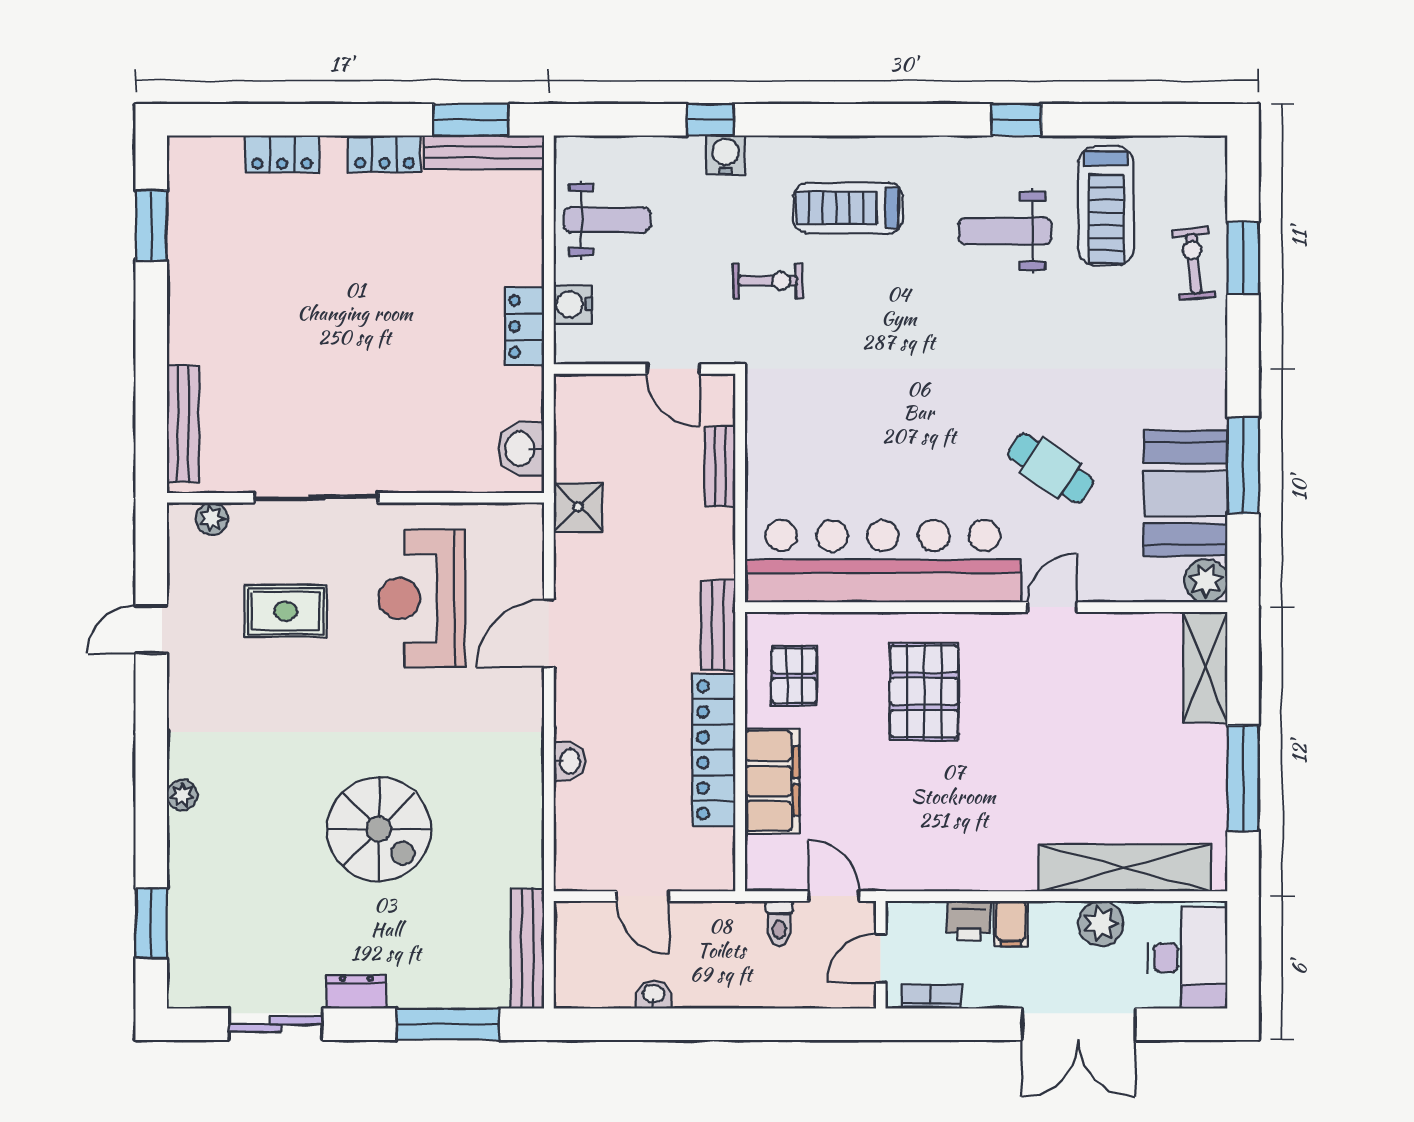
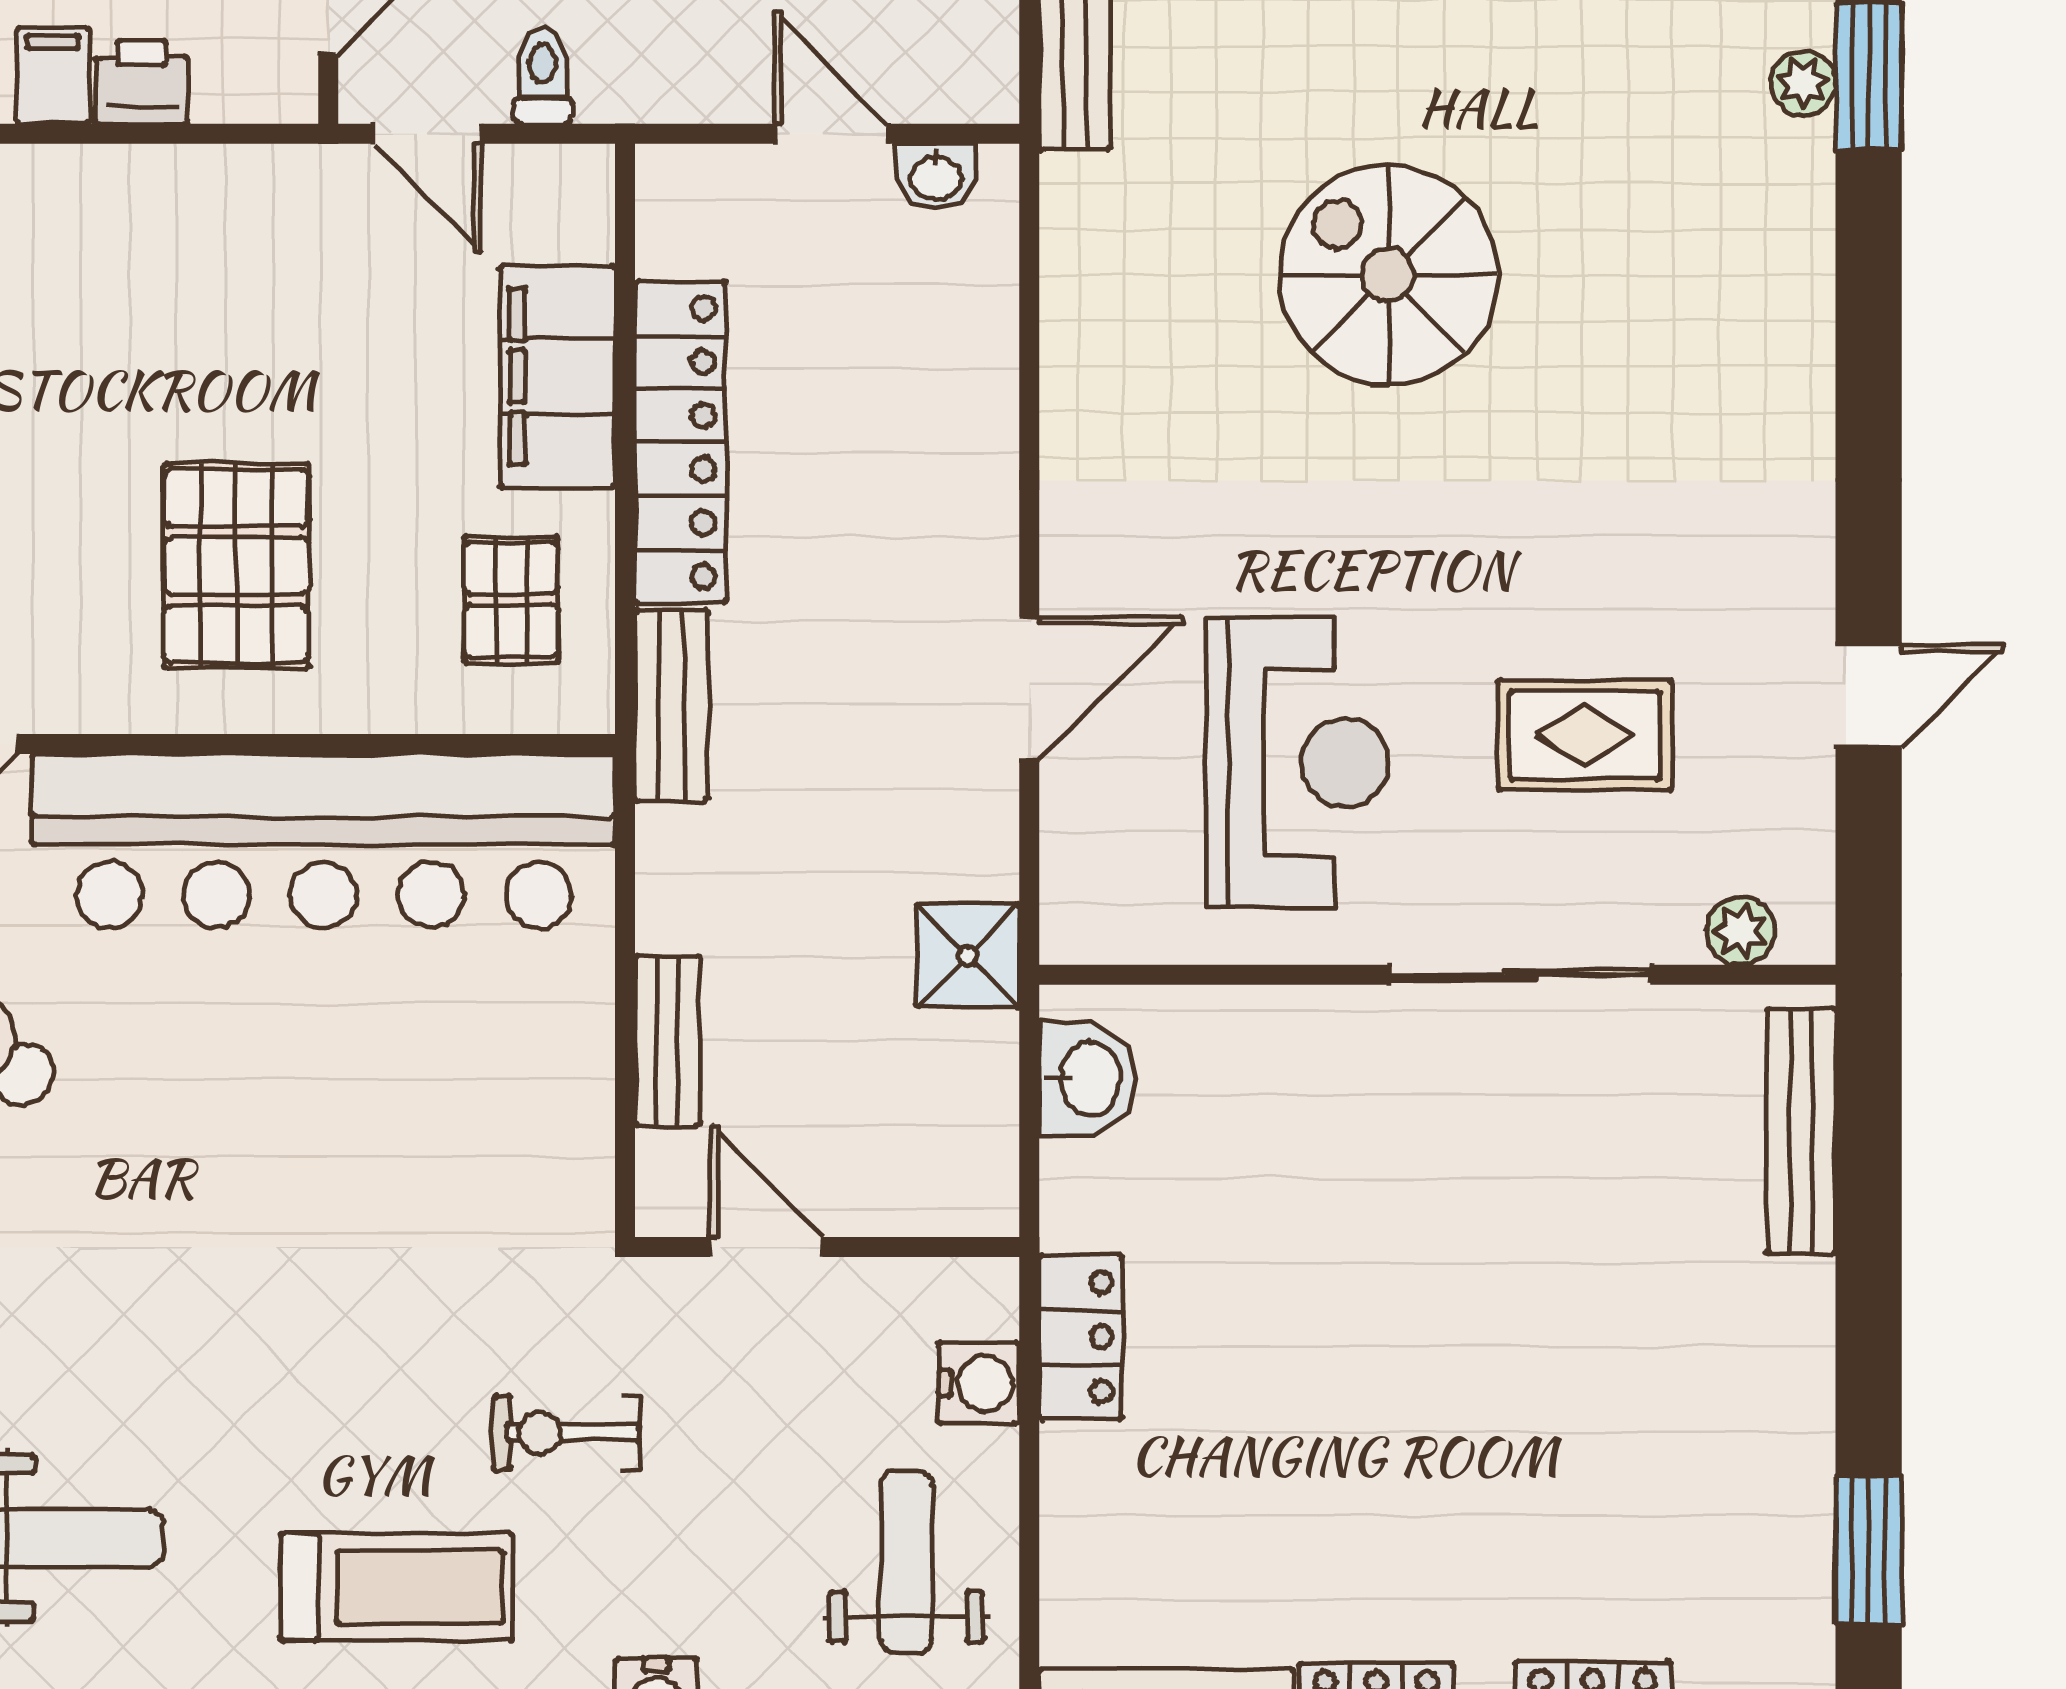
weight bench: (607, 220) -> (906, 1562), turned 90
washbasin: (569, 762) -> (936, 177), moved, turned -90
plant: (182, 795) -> (1803, 83), moved

